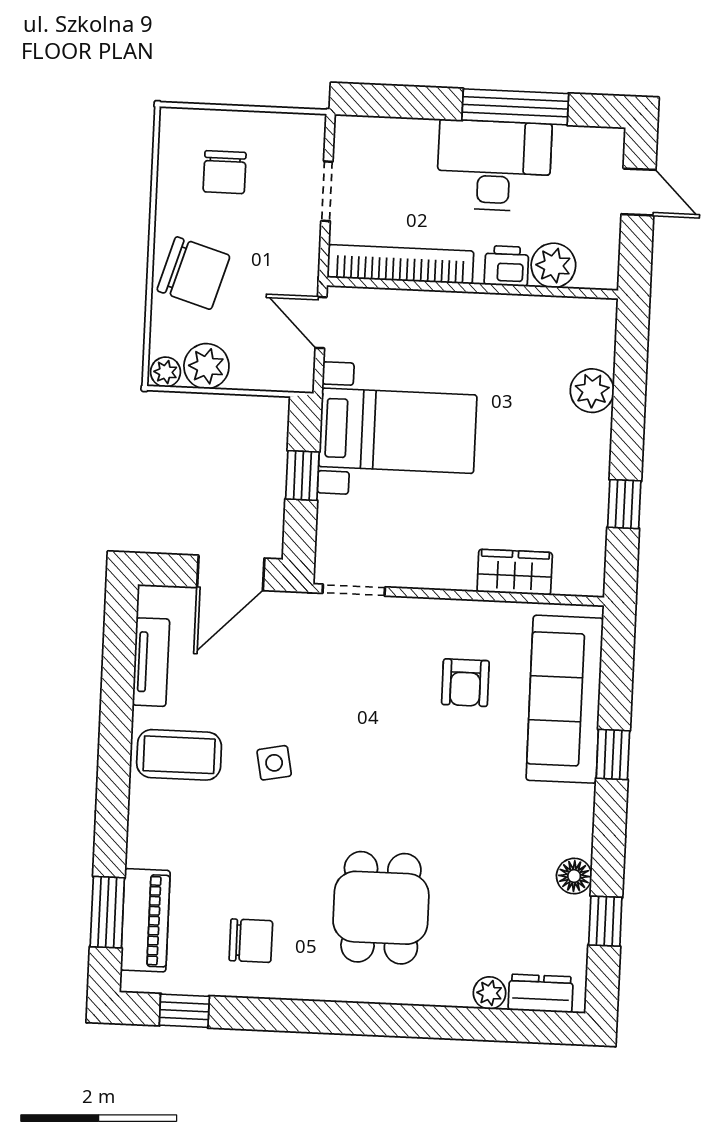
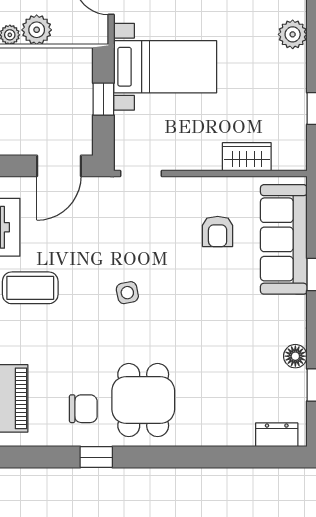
side table: (274, 763) -> (127, 293), moved
dining table: (381, 908) -> (143, 400), moved
plant: (490, 993) -> (243, 436), removed
window: (184, 1011) -> (96, 457), moved

